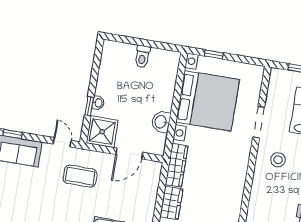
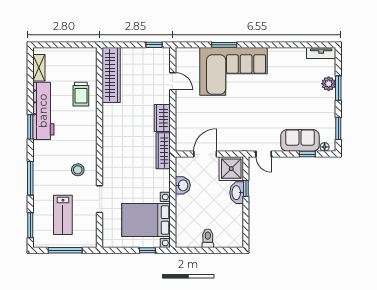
bed with nightstands: (208, 101) -> (146, 220), width x0.73
washbasin: (98, 103) -> (237, 193), width x1.91, depth x1.45
coffee table: (80, 176) -> (244, 128), removed

